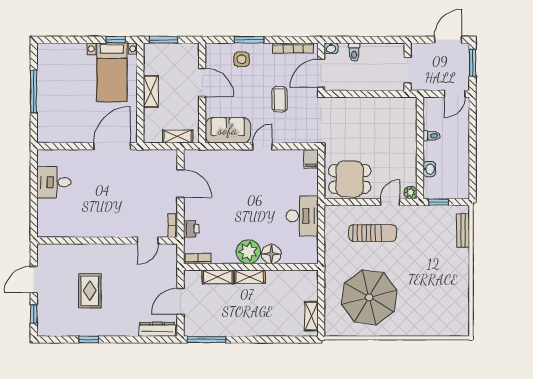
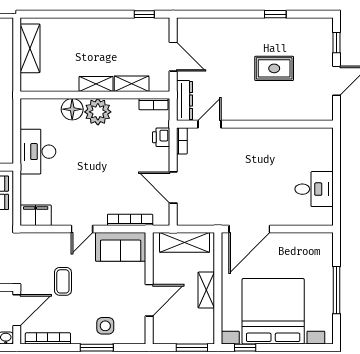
bed with nightstands: (112, 72) -> (273, 311), width x1.85
door: (202, 82) -> (149, 300), swing flipped
shelving: (178, 137) -> (185, 242), width x1.50, depth x1.33
bookcase: (219, 155) -> (130, 220), added
filing cabinet: (311, 159) -> (36, 215), width x2.00
rug: (90, 291) -> (274, 68), turned 90
door: (180, 301) -> (173, 57), hinge flipped
shelving: (311, 316) -> (30, 48), width x1.50, depth x1.33
dresser: (157, 329) -> (185, 101), moved, turned -90
window: (207, 339) -> (144, 14), width x0.46

